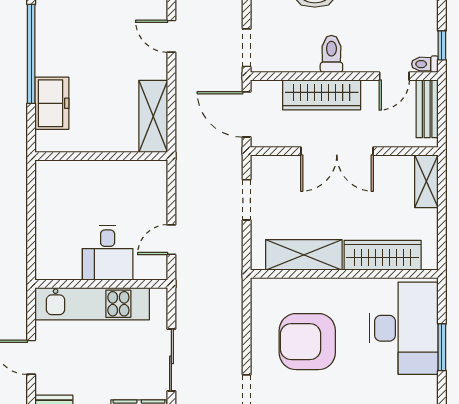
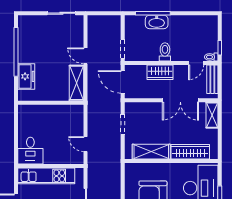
door: (171, 36) -> (86, 56), moved
wardrobe: (322, 95) -> (160, 72), width x0.67
double door: (337, 151) -> (180, 100), moved
door: (171, 240) -> (86, 144), hinge flipped
desk: (108, 253) -> (30, 151), moved

